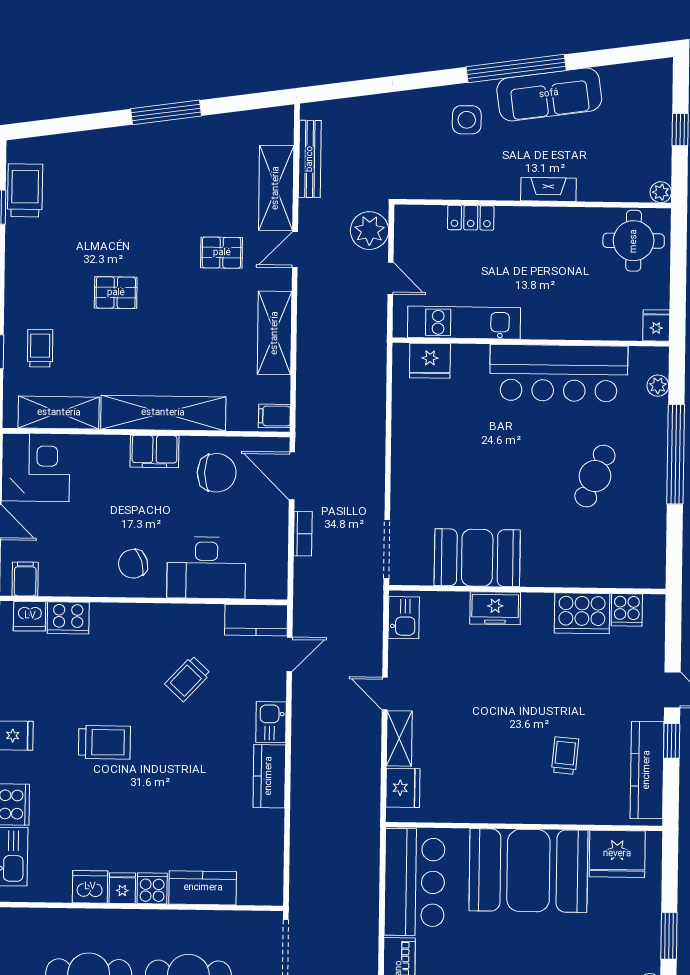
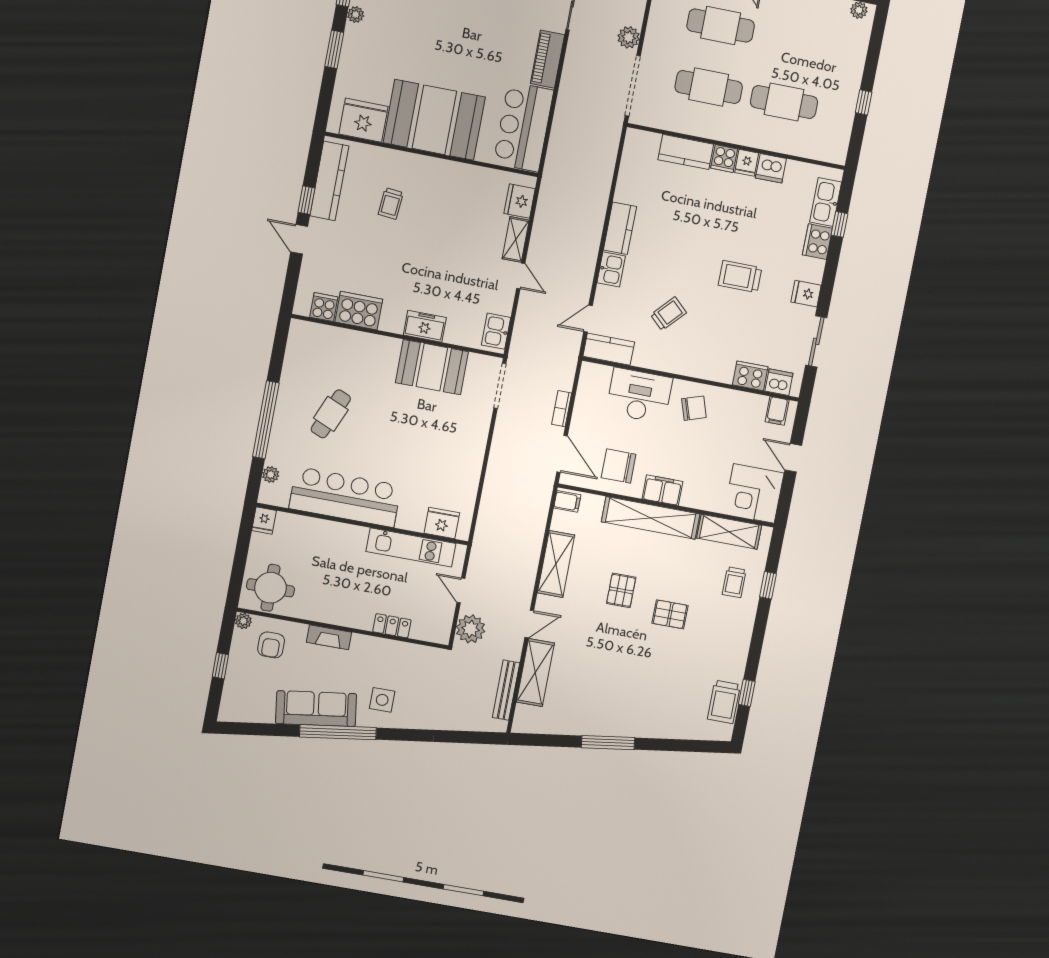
armchair: (620, 167) -> (271, 645), added
pallet: (222, 253) -> (621, 590), moved, turned 90

